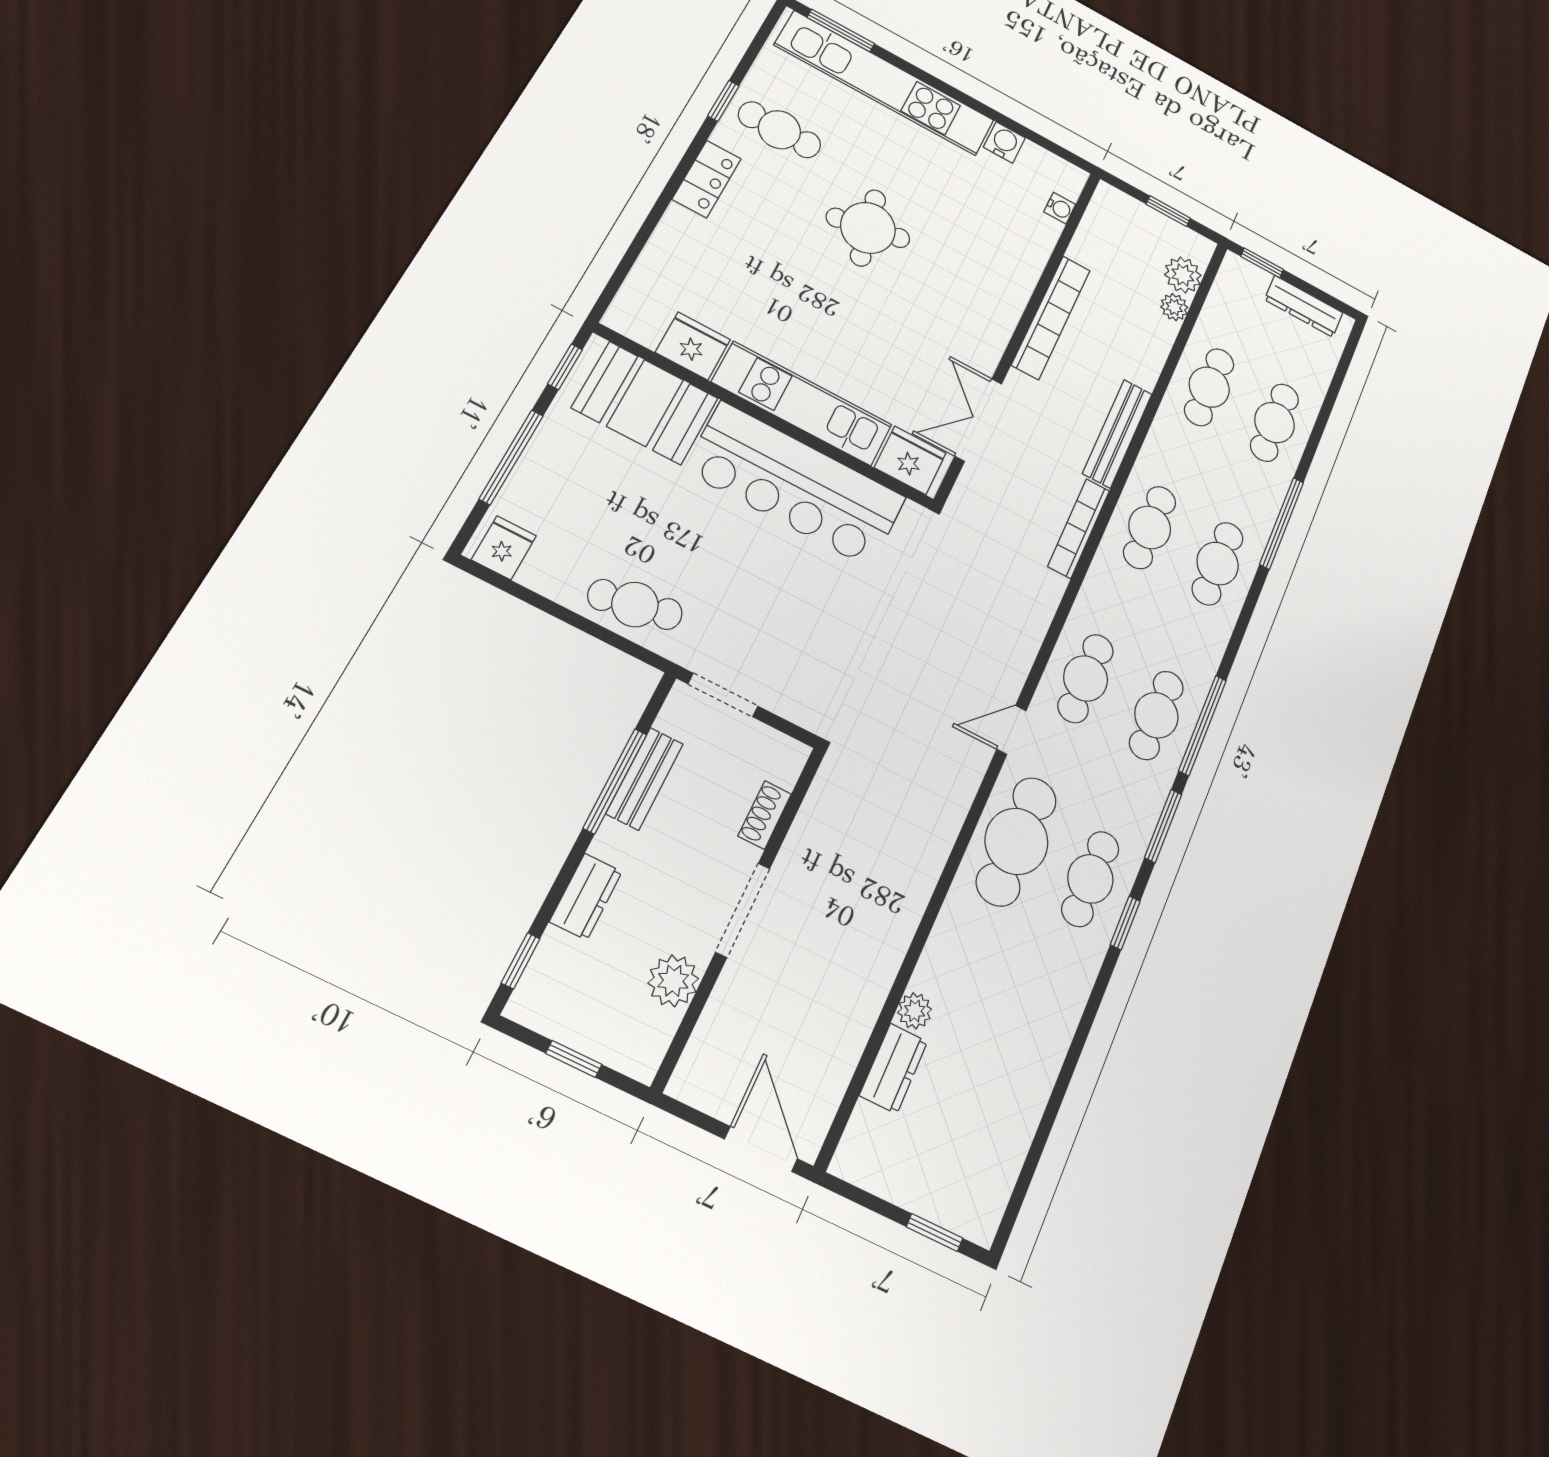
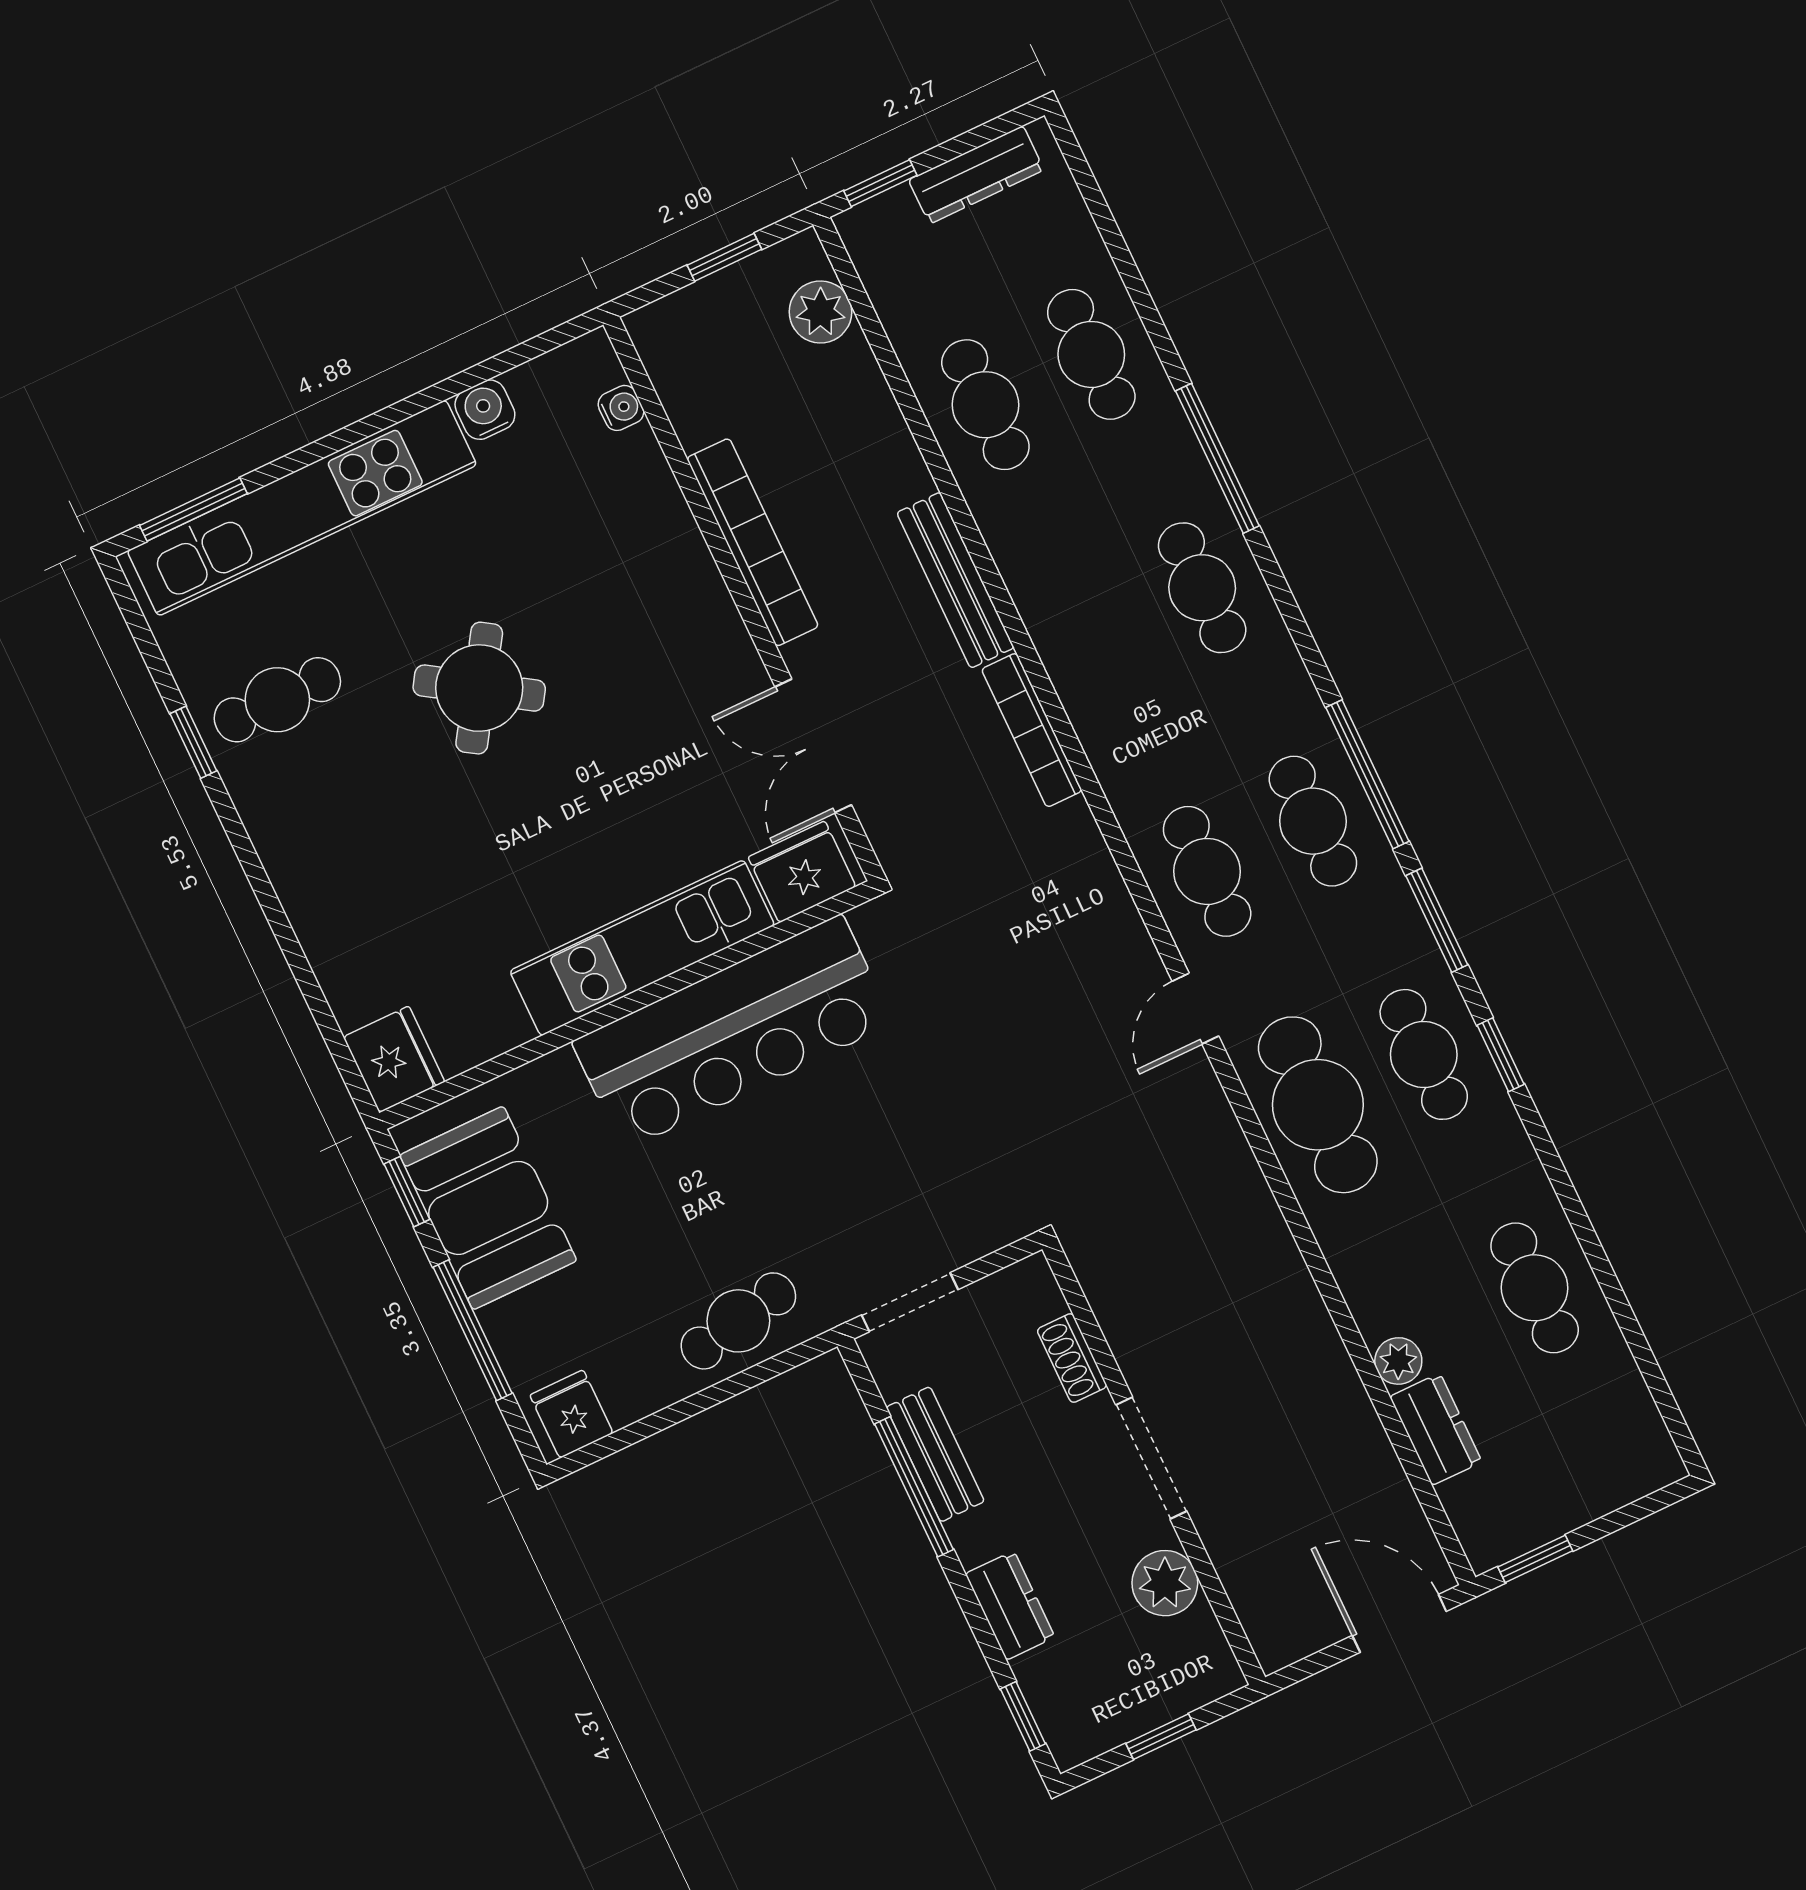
locker: (707, 179) -> (283, 844), removed
round table: (868, 228) -> (479, 688), turned 45
plant: (1174, 307) -> (853, 362), removed
fridge: (693, 346) -> (394, 1059), moved, turned 90
booth: (645, 403) -> (488, 1208), moved, turned 90
cafe table: (1150, 527) -> (1535, 1288), moved
window: (935, 1233) -> (1535, 1559), moved

